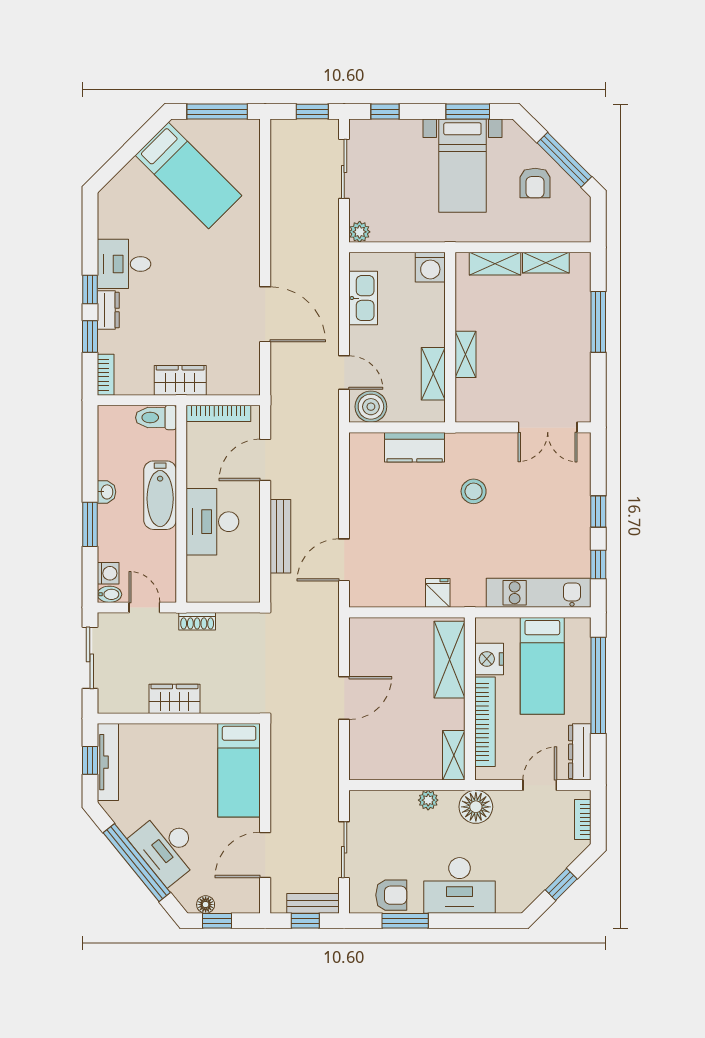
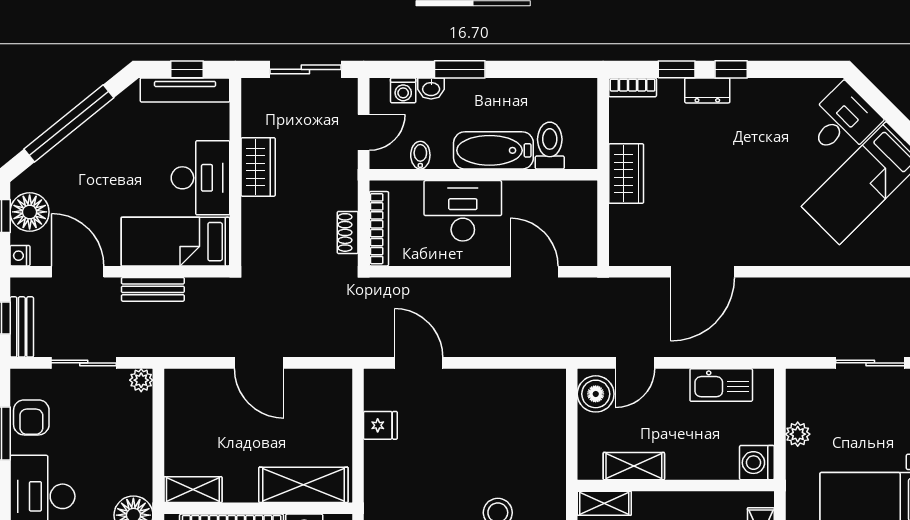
plant: (360, 232) -> (798, 434), moved
desk: (124, 264) -> (843, 121), moved, turned 45
shelving: (466, 354) -> (604, 503), moved
bookcase: (218, 413) -> (379, 229), moved, turned 180
toilet: (156, 418) -> (550, 146), moved
kitchen counter: (415, 447) -> (549, 444), removed
washbasin: (106, 492) -> (431, 88), moved
bench: (280, 536) -> (153, 289), moved, width x0.73
fridge: (438, 593) -> (380, 425), moved
bidet: (109, 594) -> (420, 155), moved, turned 180
shoe rack: (197, 621) -> (348, 232), moved
plant: (428, 800) -> (141, 380), moved
desk: (167, 848) -> (201, 178), moved, turned 129
floor lamp: (206, 905) -> (30, 212), width x1.89, depth x1.89
nightstand: (251, 905) -> (20, 256), added

